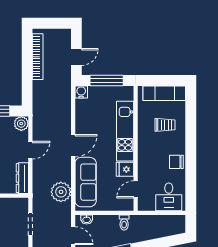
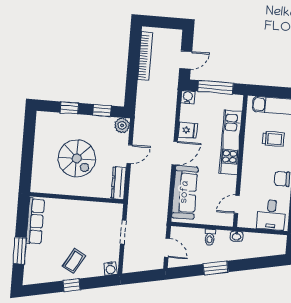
fridge: (125, 169) -> (188, 130), moved, turned 180
plant: (61, 192) -> (158, 201), removed
washbasin: (87, 220) -> (236, 236), moved
toilet: (124, 222) -> (210, 237), moved

